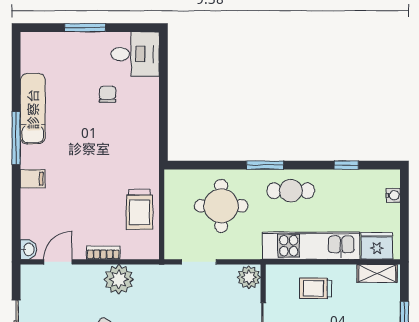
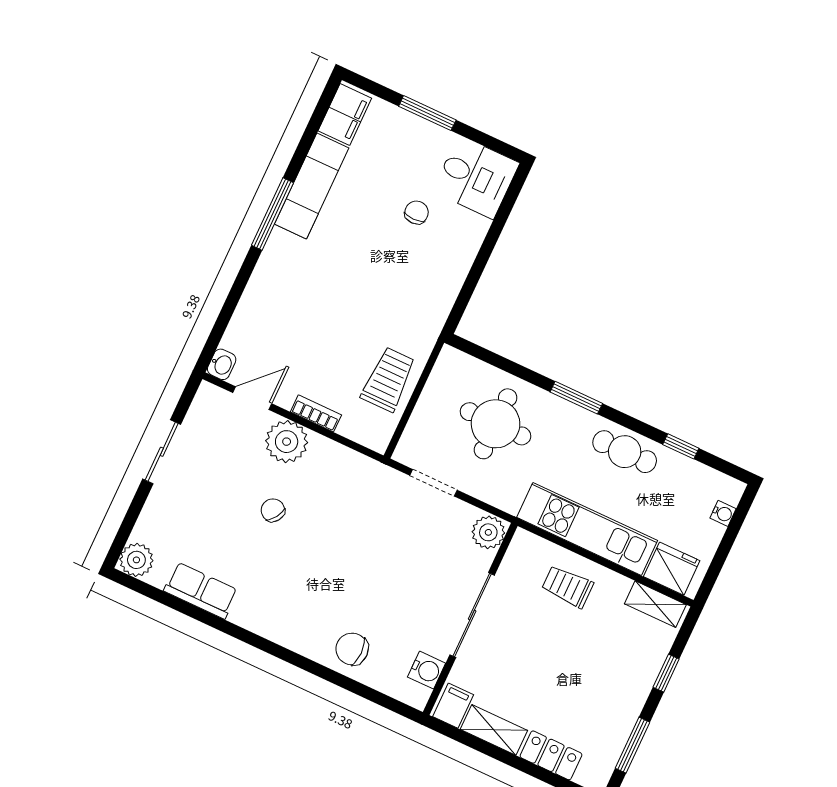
filing cabinet: (33, 179) -> (345, 114), moved, width x2.00
cafe table: (291, 191) -> (625, 452), moved
trolley: (139, 209) -> (388, 379), turned 180
plant: (119, 279) -> (287, 442), moved

